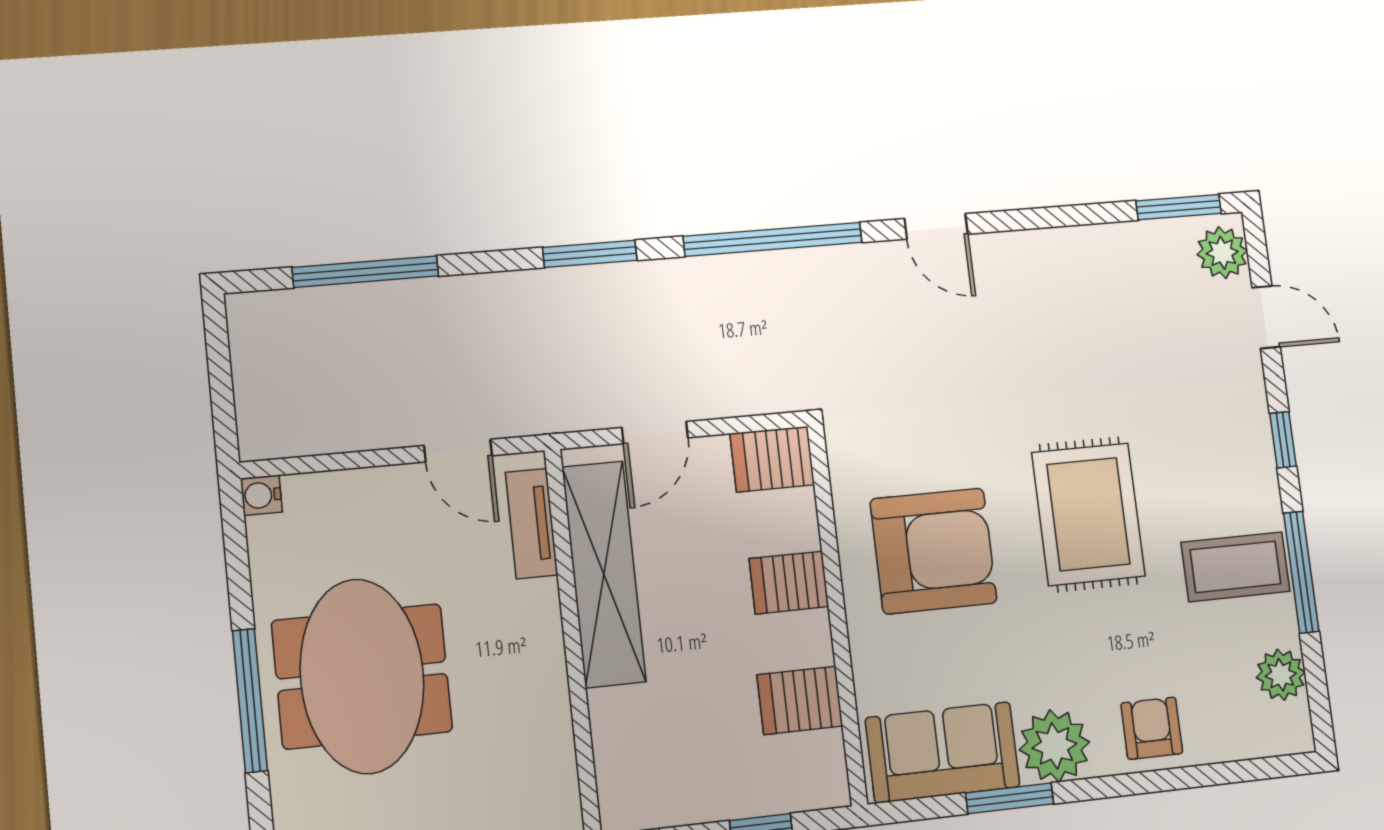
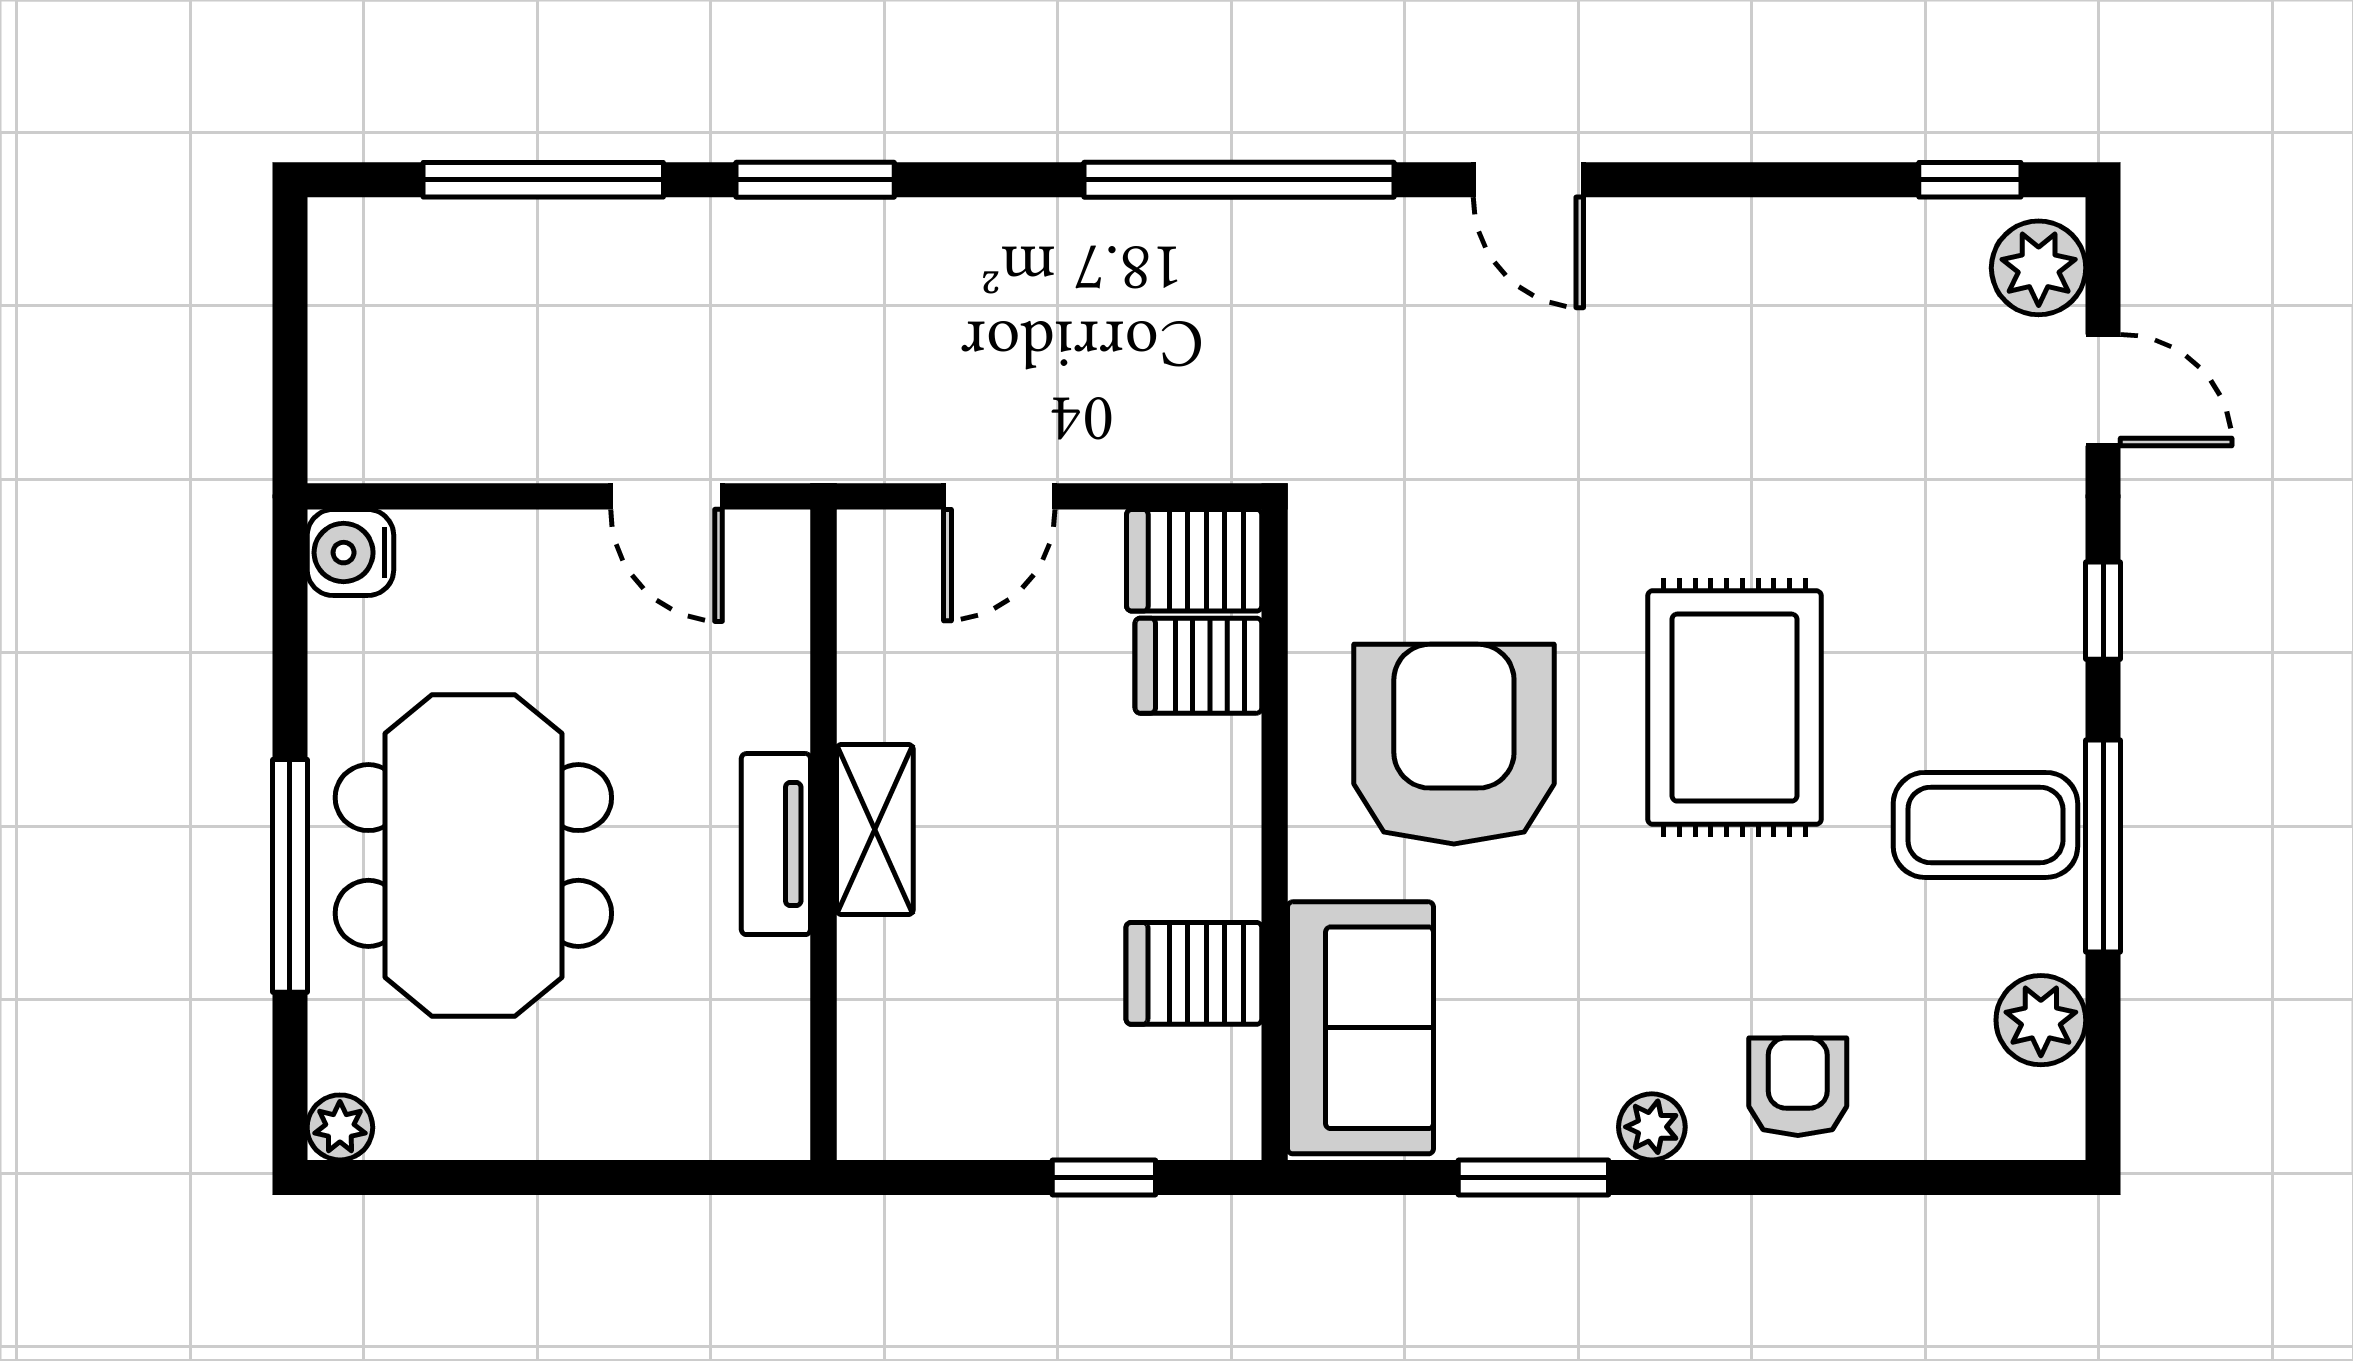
window: (1179, 207) -> (1970, 180), width x0.67
window: (590, 254) -> (815, 180), moved
water cooler: (261, 495) -> (350, 553), width x1.38, depth x1.38
tv unit: (532, 524) -> (776, 844), moved
armchair: (934, 551) -> (1454, 744), turned -90
shelving: (604, 574) -> (875, 830), width x0.45, depth x0.75
server rack: (789, 583) -> (1198, 666), moved
plant: (1054, 746) -> (1652, 1127), width x0.53, depth x0.53
sofa: (943, 752) -> (1361, 1028), moved, turned 90

